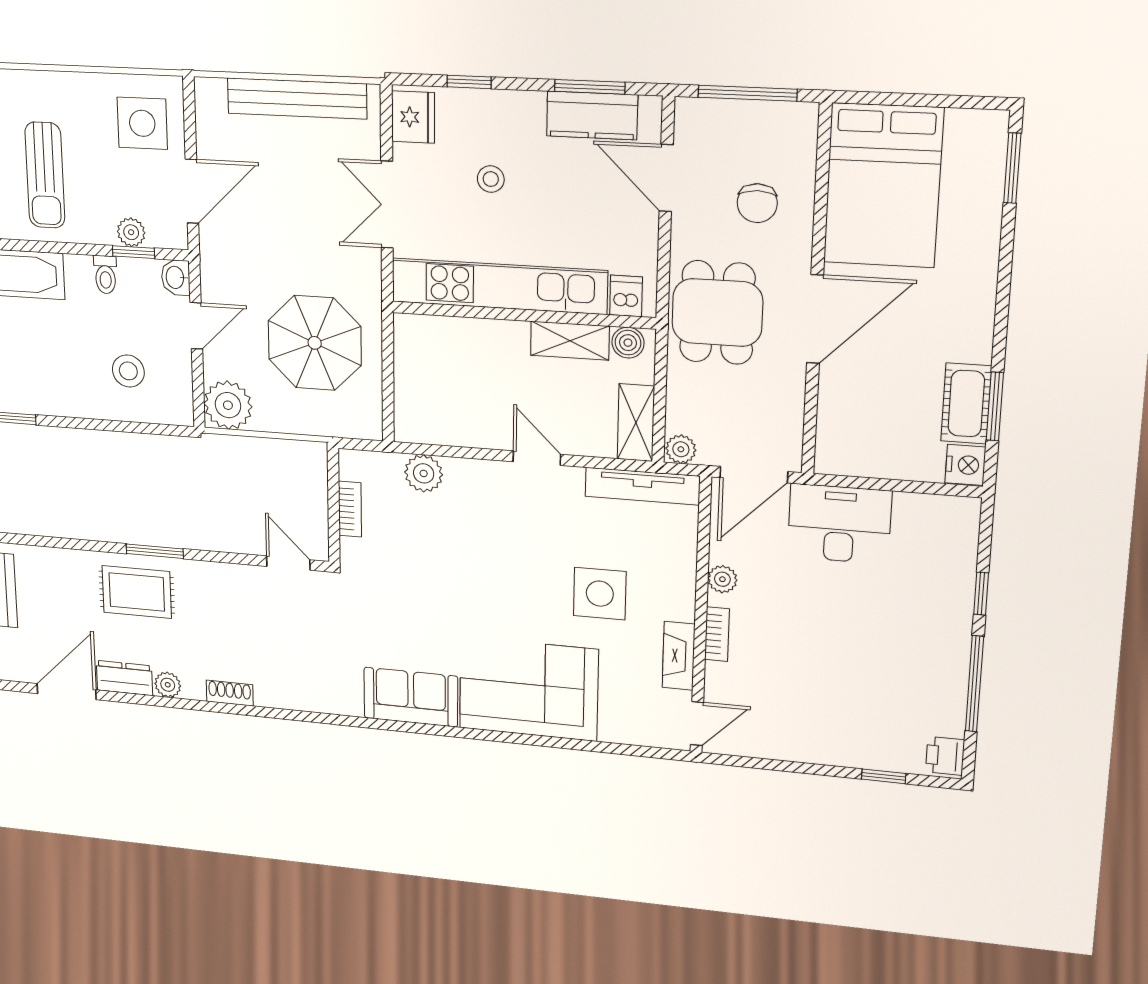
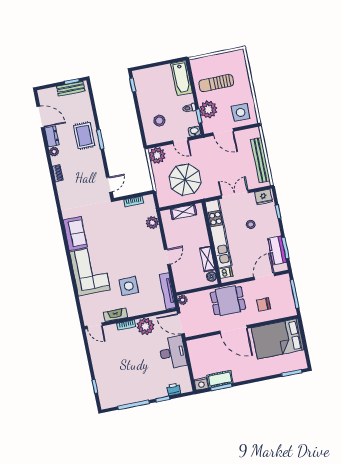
plant: (131, 232) -> (208, 109), width x1.87, depth x1.87
shelving: (636, 423) -> (183, 212), moved
plant: (722, 579) -> (145, 326), width x1.88, depth x1.88
printer: (945, 756) -> (174, 389), moved

